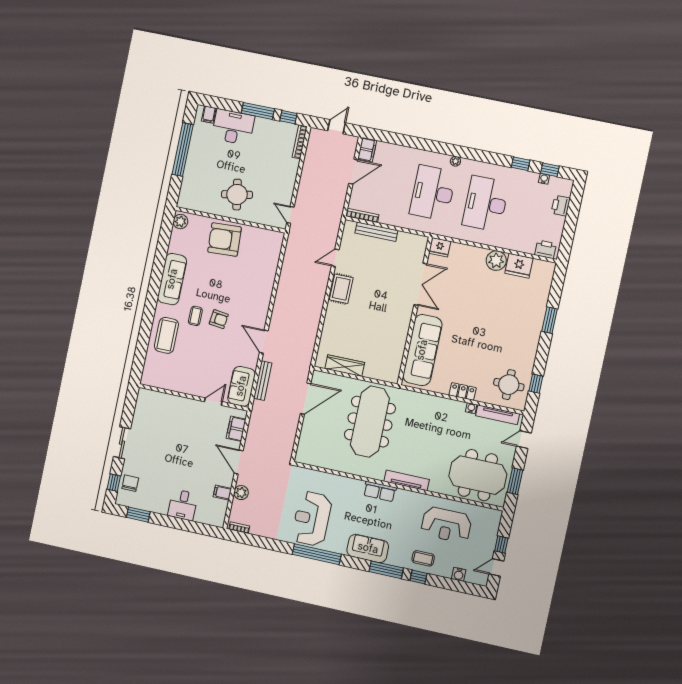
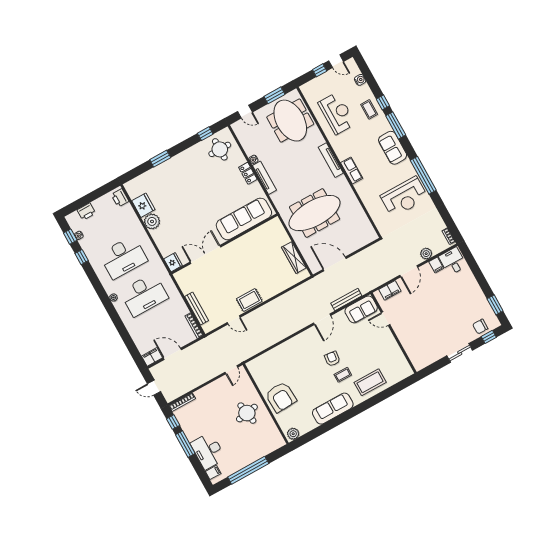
tv unit: (498, 415) -> (264, 178), moved
desk: (183, 505) -> (453, 261), moved, turned -90

